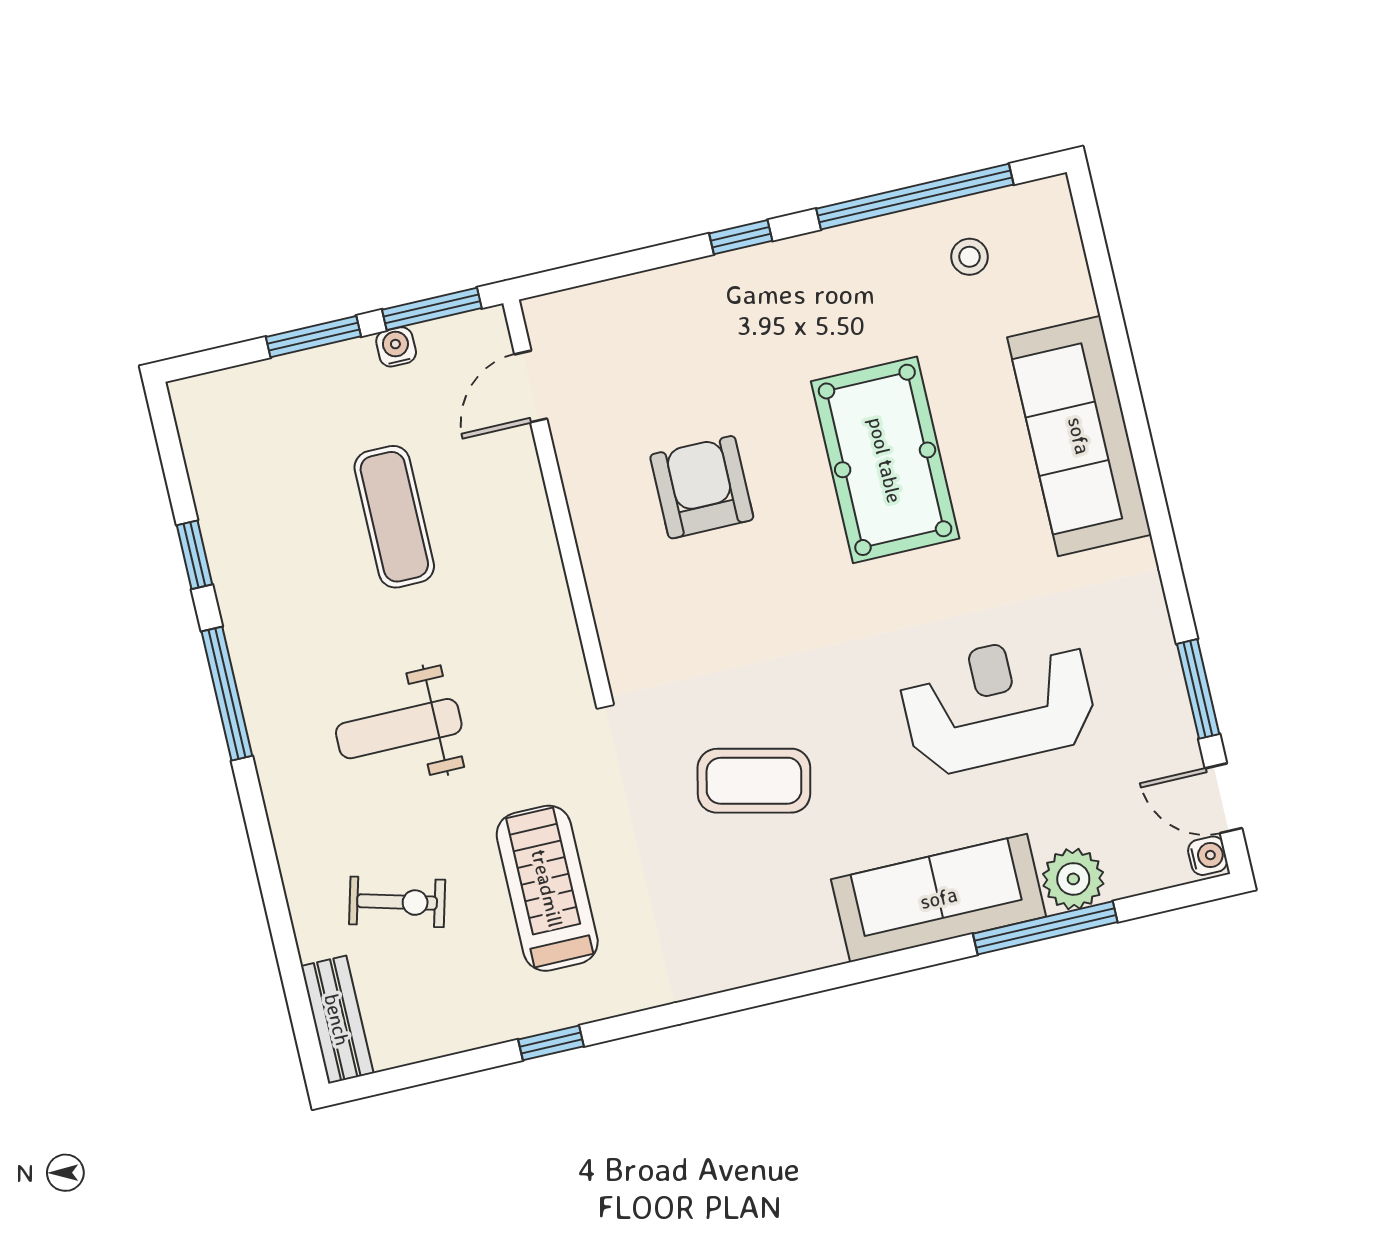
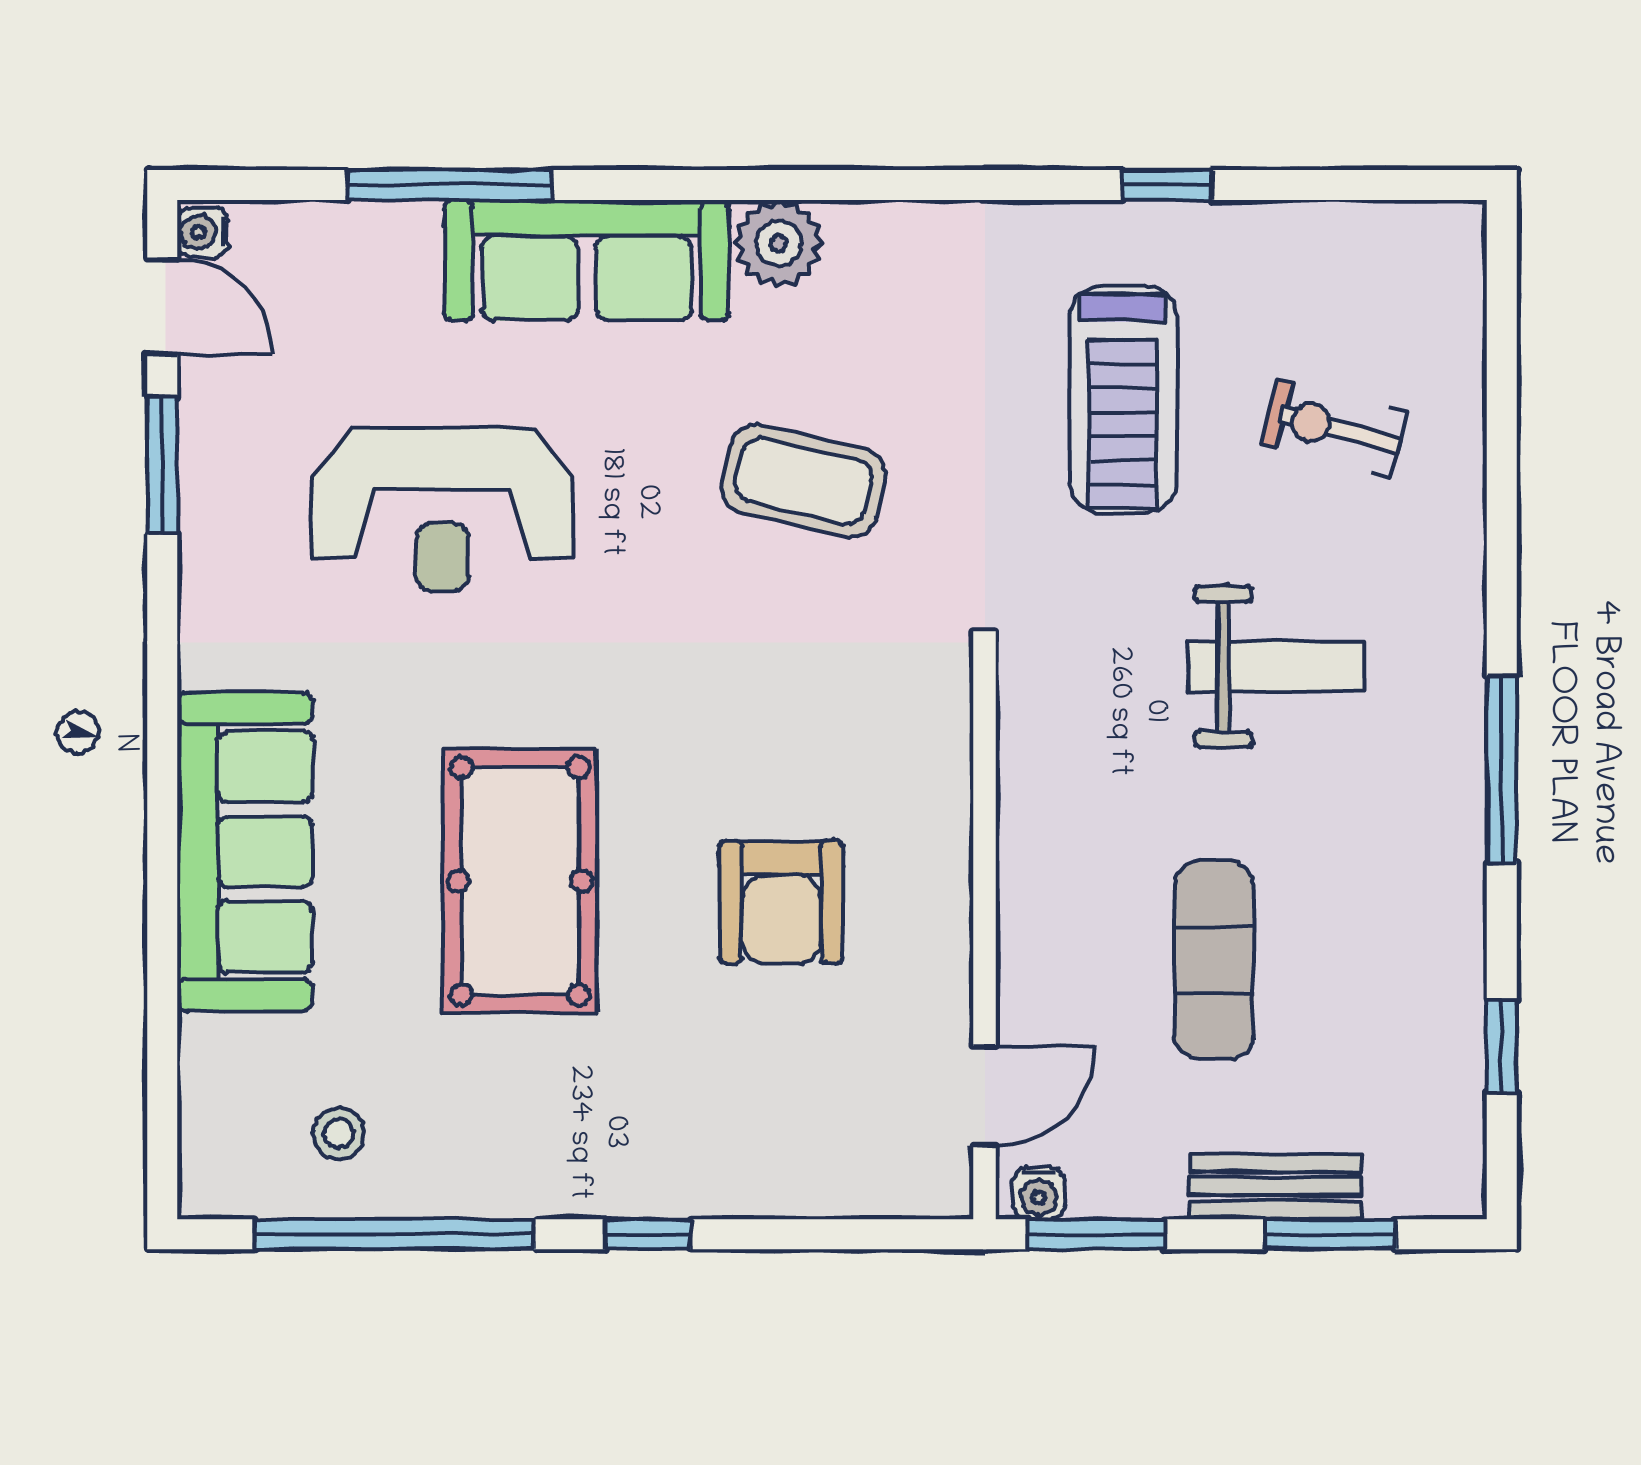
window: (313, 337) -> (1331, 1234), moved
water cooler: (396, 347) -> (1039, 1193), moved
window: (195, 555) -> (1502, 1046), moved
plant: (1073, 879) -> (778, 243), moved
bench: (337, 1020) -> (1276, 1187), moved, turned 90

